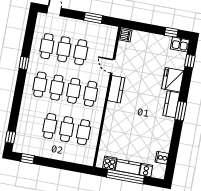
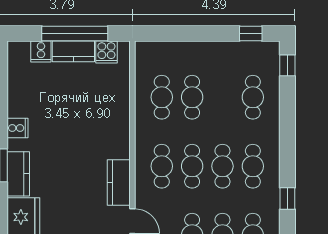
cafe table: (50, 126) -> (253, 97), moved
cooker: (162, 158) -> (17, 128), moved

